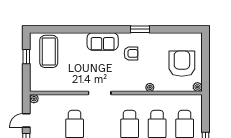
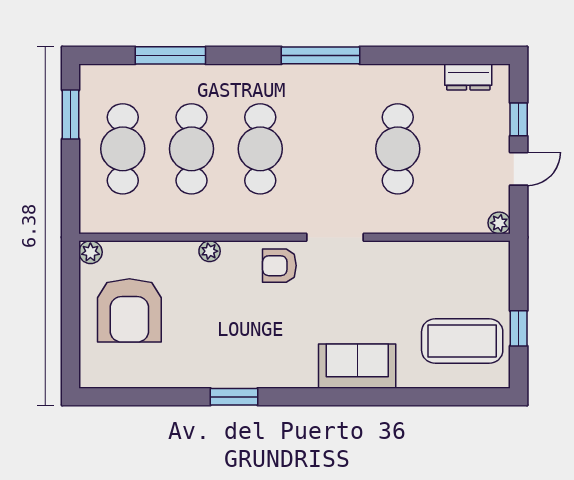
sofa: (103, 41) -> (357, 366), moved
coffee table: (49, 51) -> (462, 341), turned 90
armchair: (131, 53) -> (279, 266), moved

